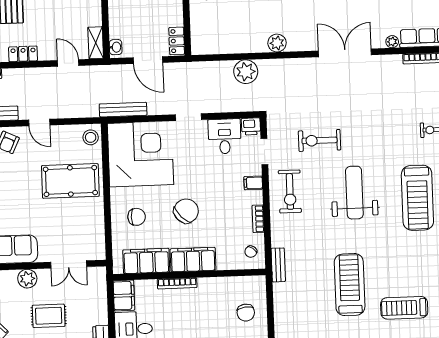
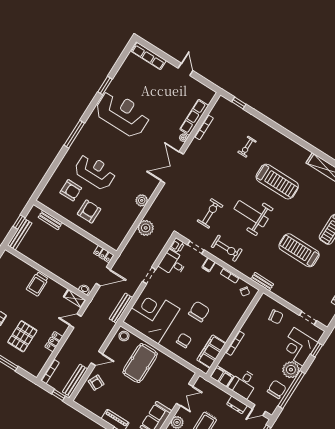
exercise bike: (320, 140) -> (210, 213), turned 180
chair: (186, 211) -> (199, 312), turned 44
filing cabinet: (193, 260) -> (228, 326), removed

